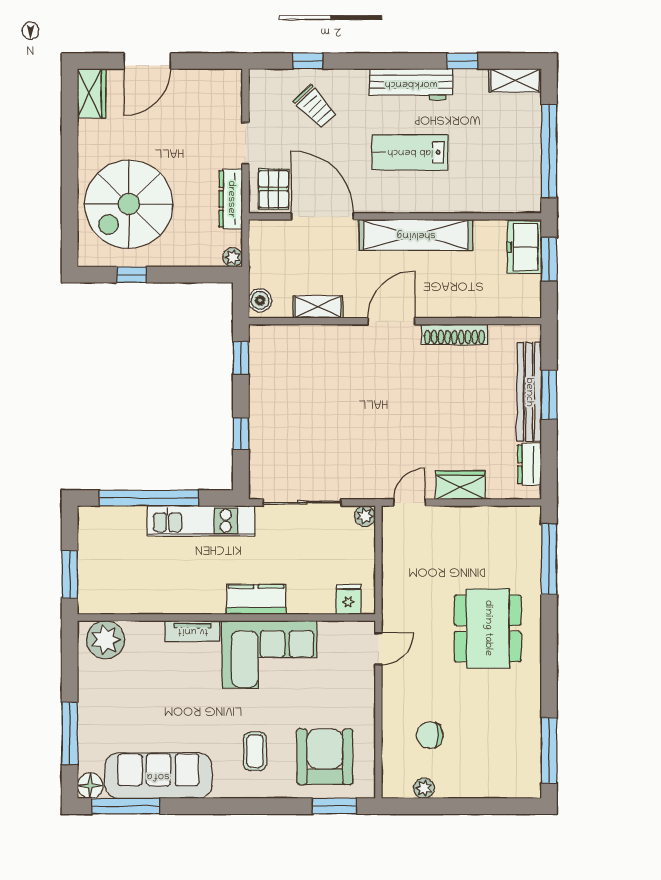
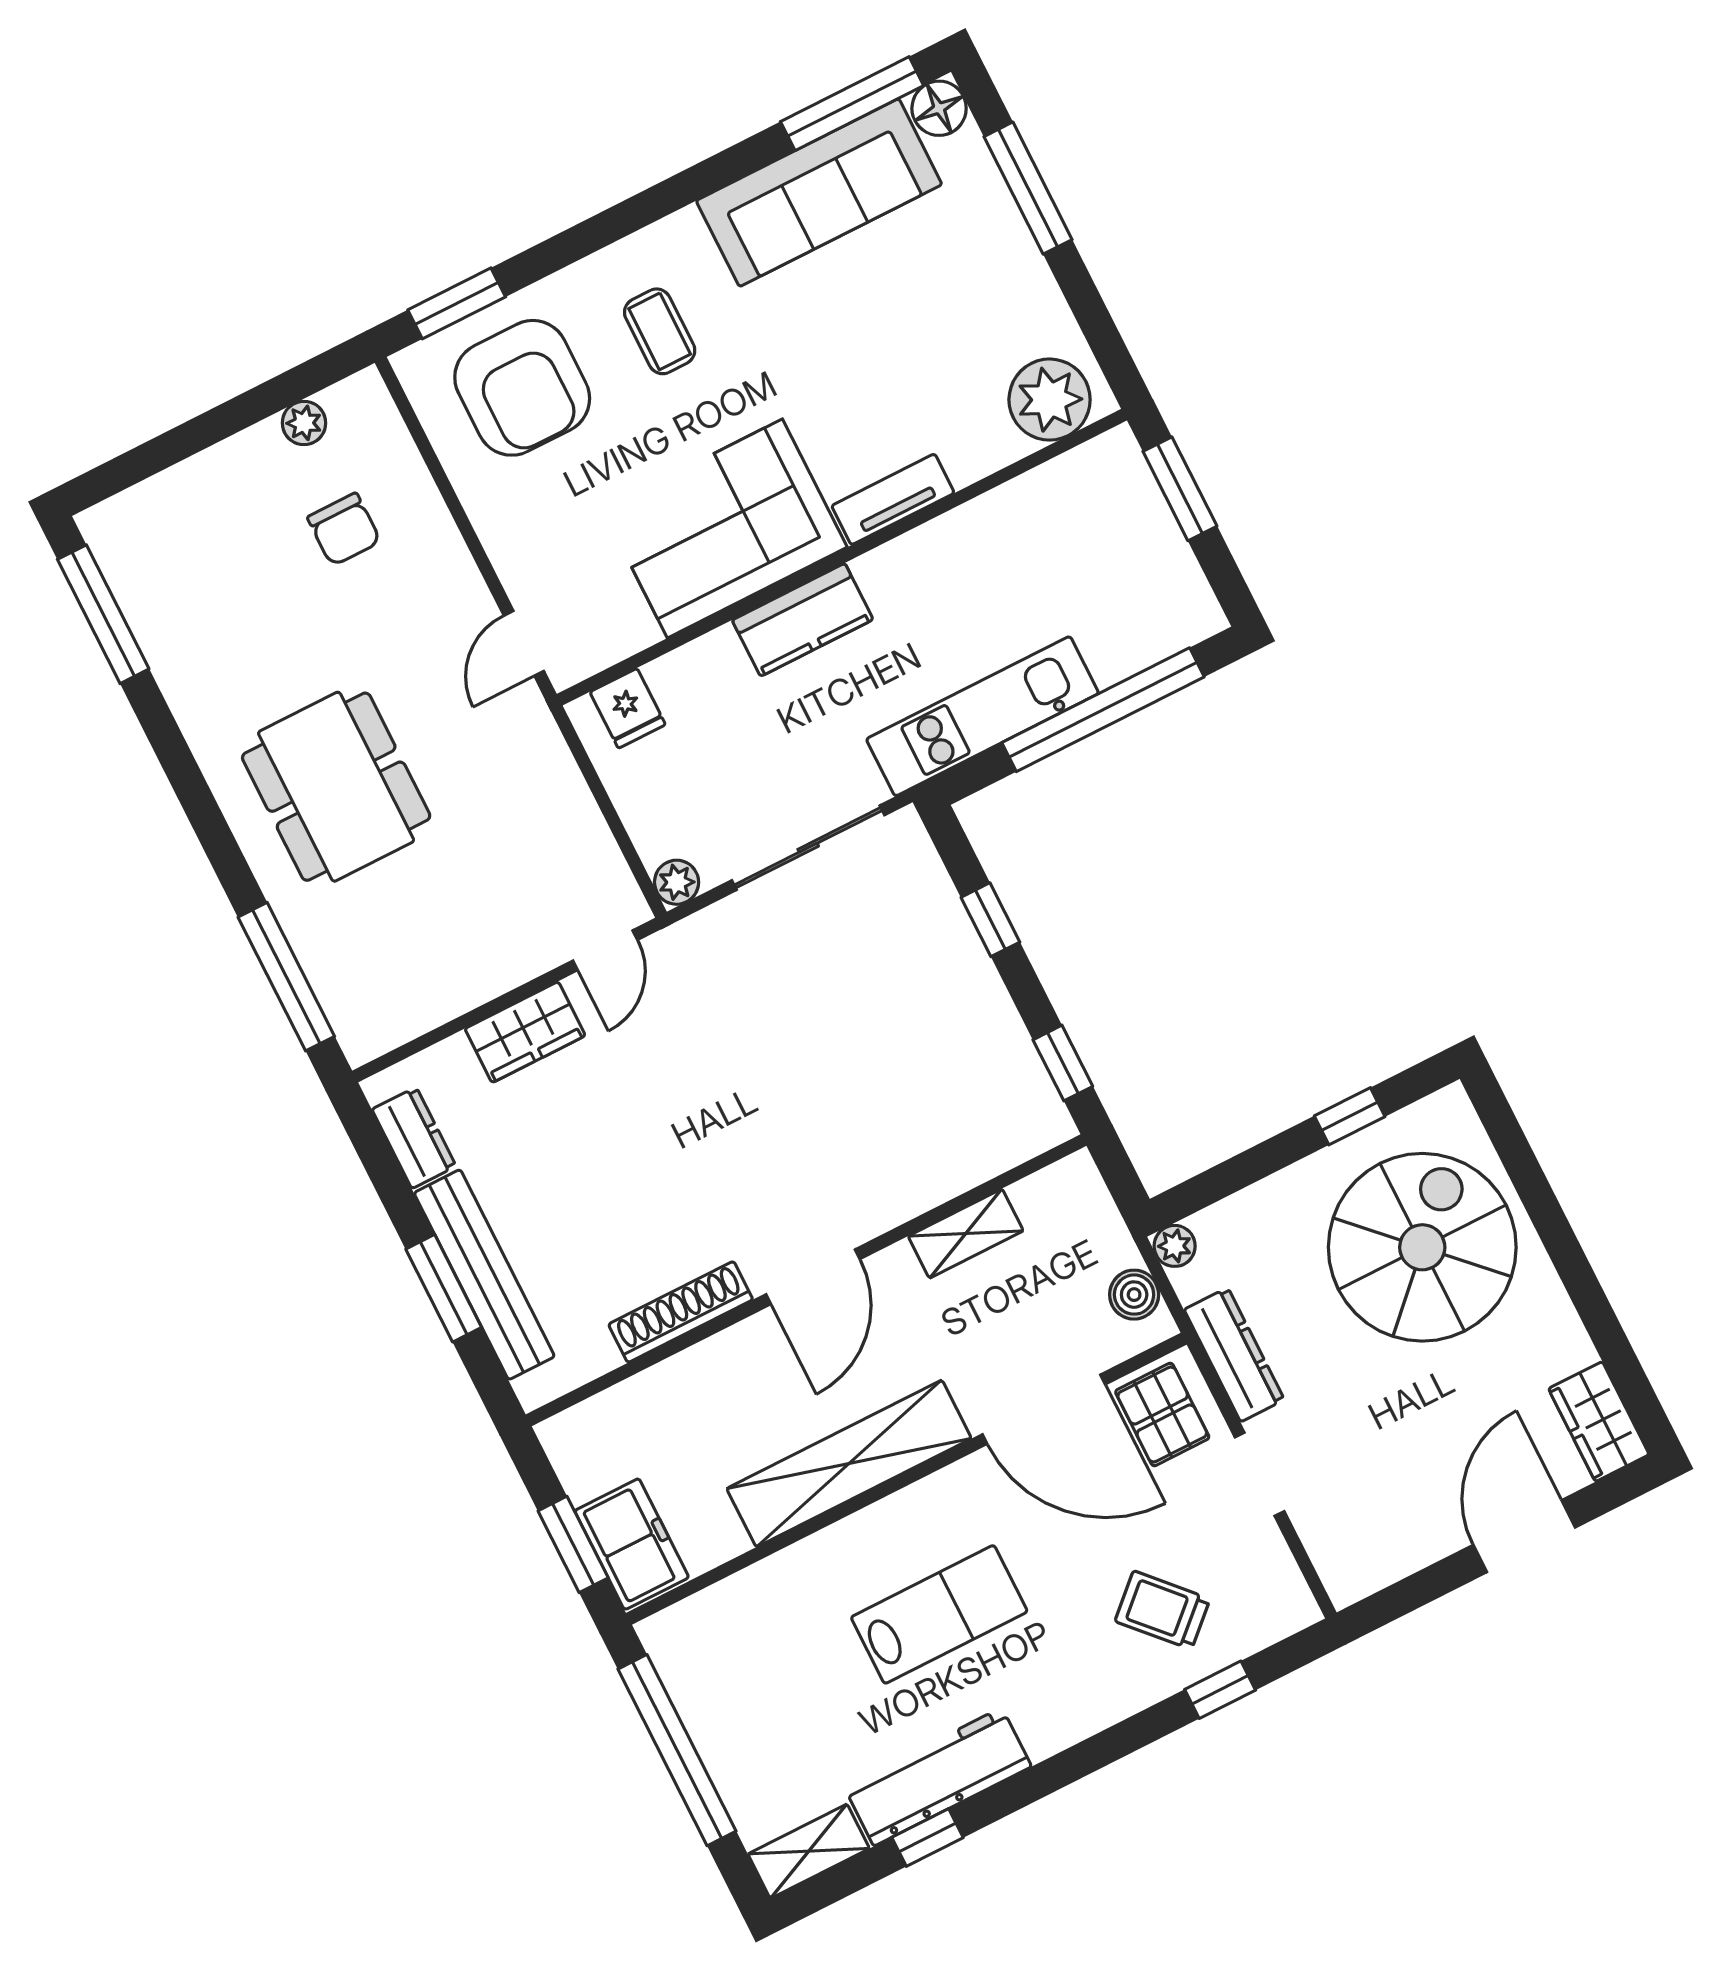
workbench: (411, 84) -> (938, 1777), moved
boiler: (260, 300) -> (1134, 1295), moved
chair: (430, 735) -> (344, 529), turned 90

